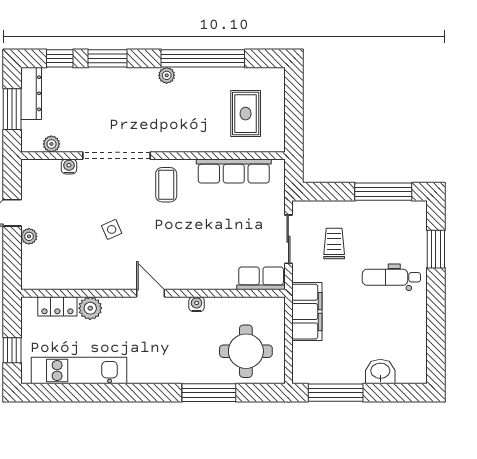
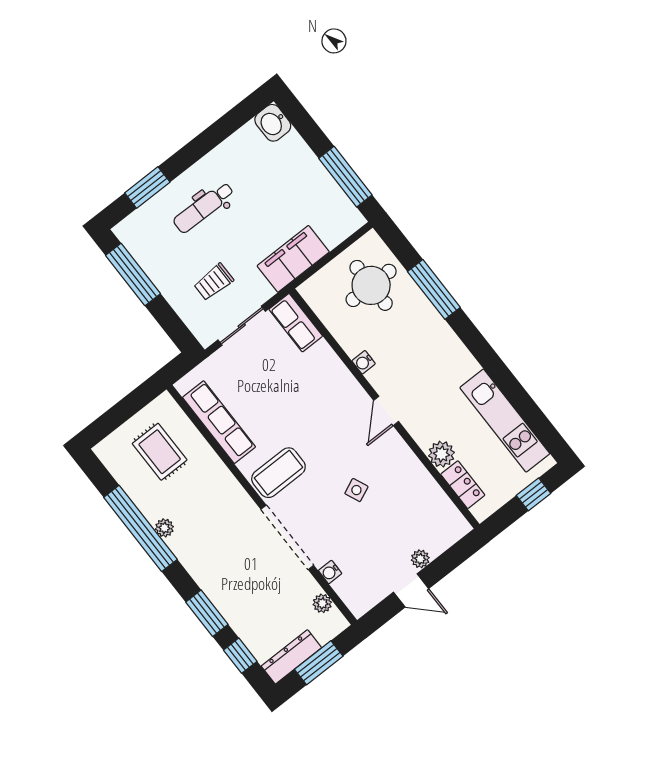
plant: (167, 75) -> (164, 528), moved
rug: (246, 114) -> (160, 452), turned 90
coffee table: (166, 185) -> (278, 473), width x1.36, depth x1.30
dental chair: (391, 277) -> (204, 207), turned 91
washbasin: (380, 372) -> (273, 123), moved

